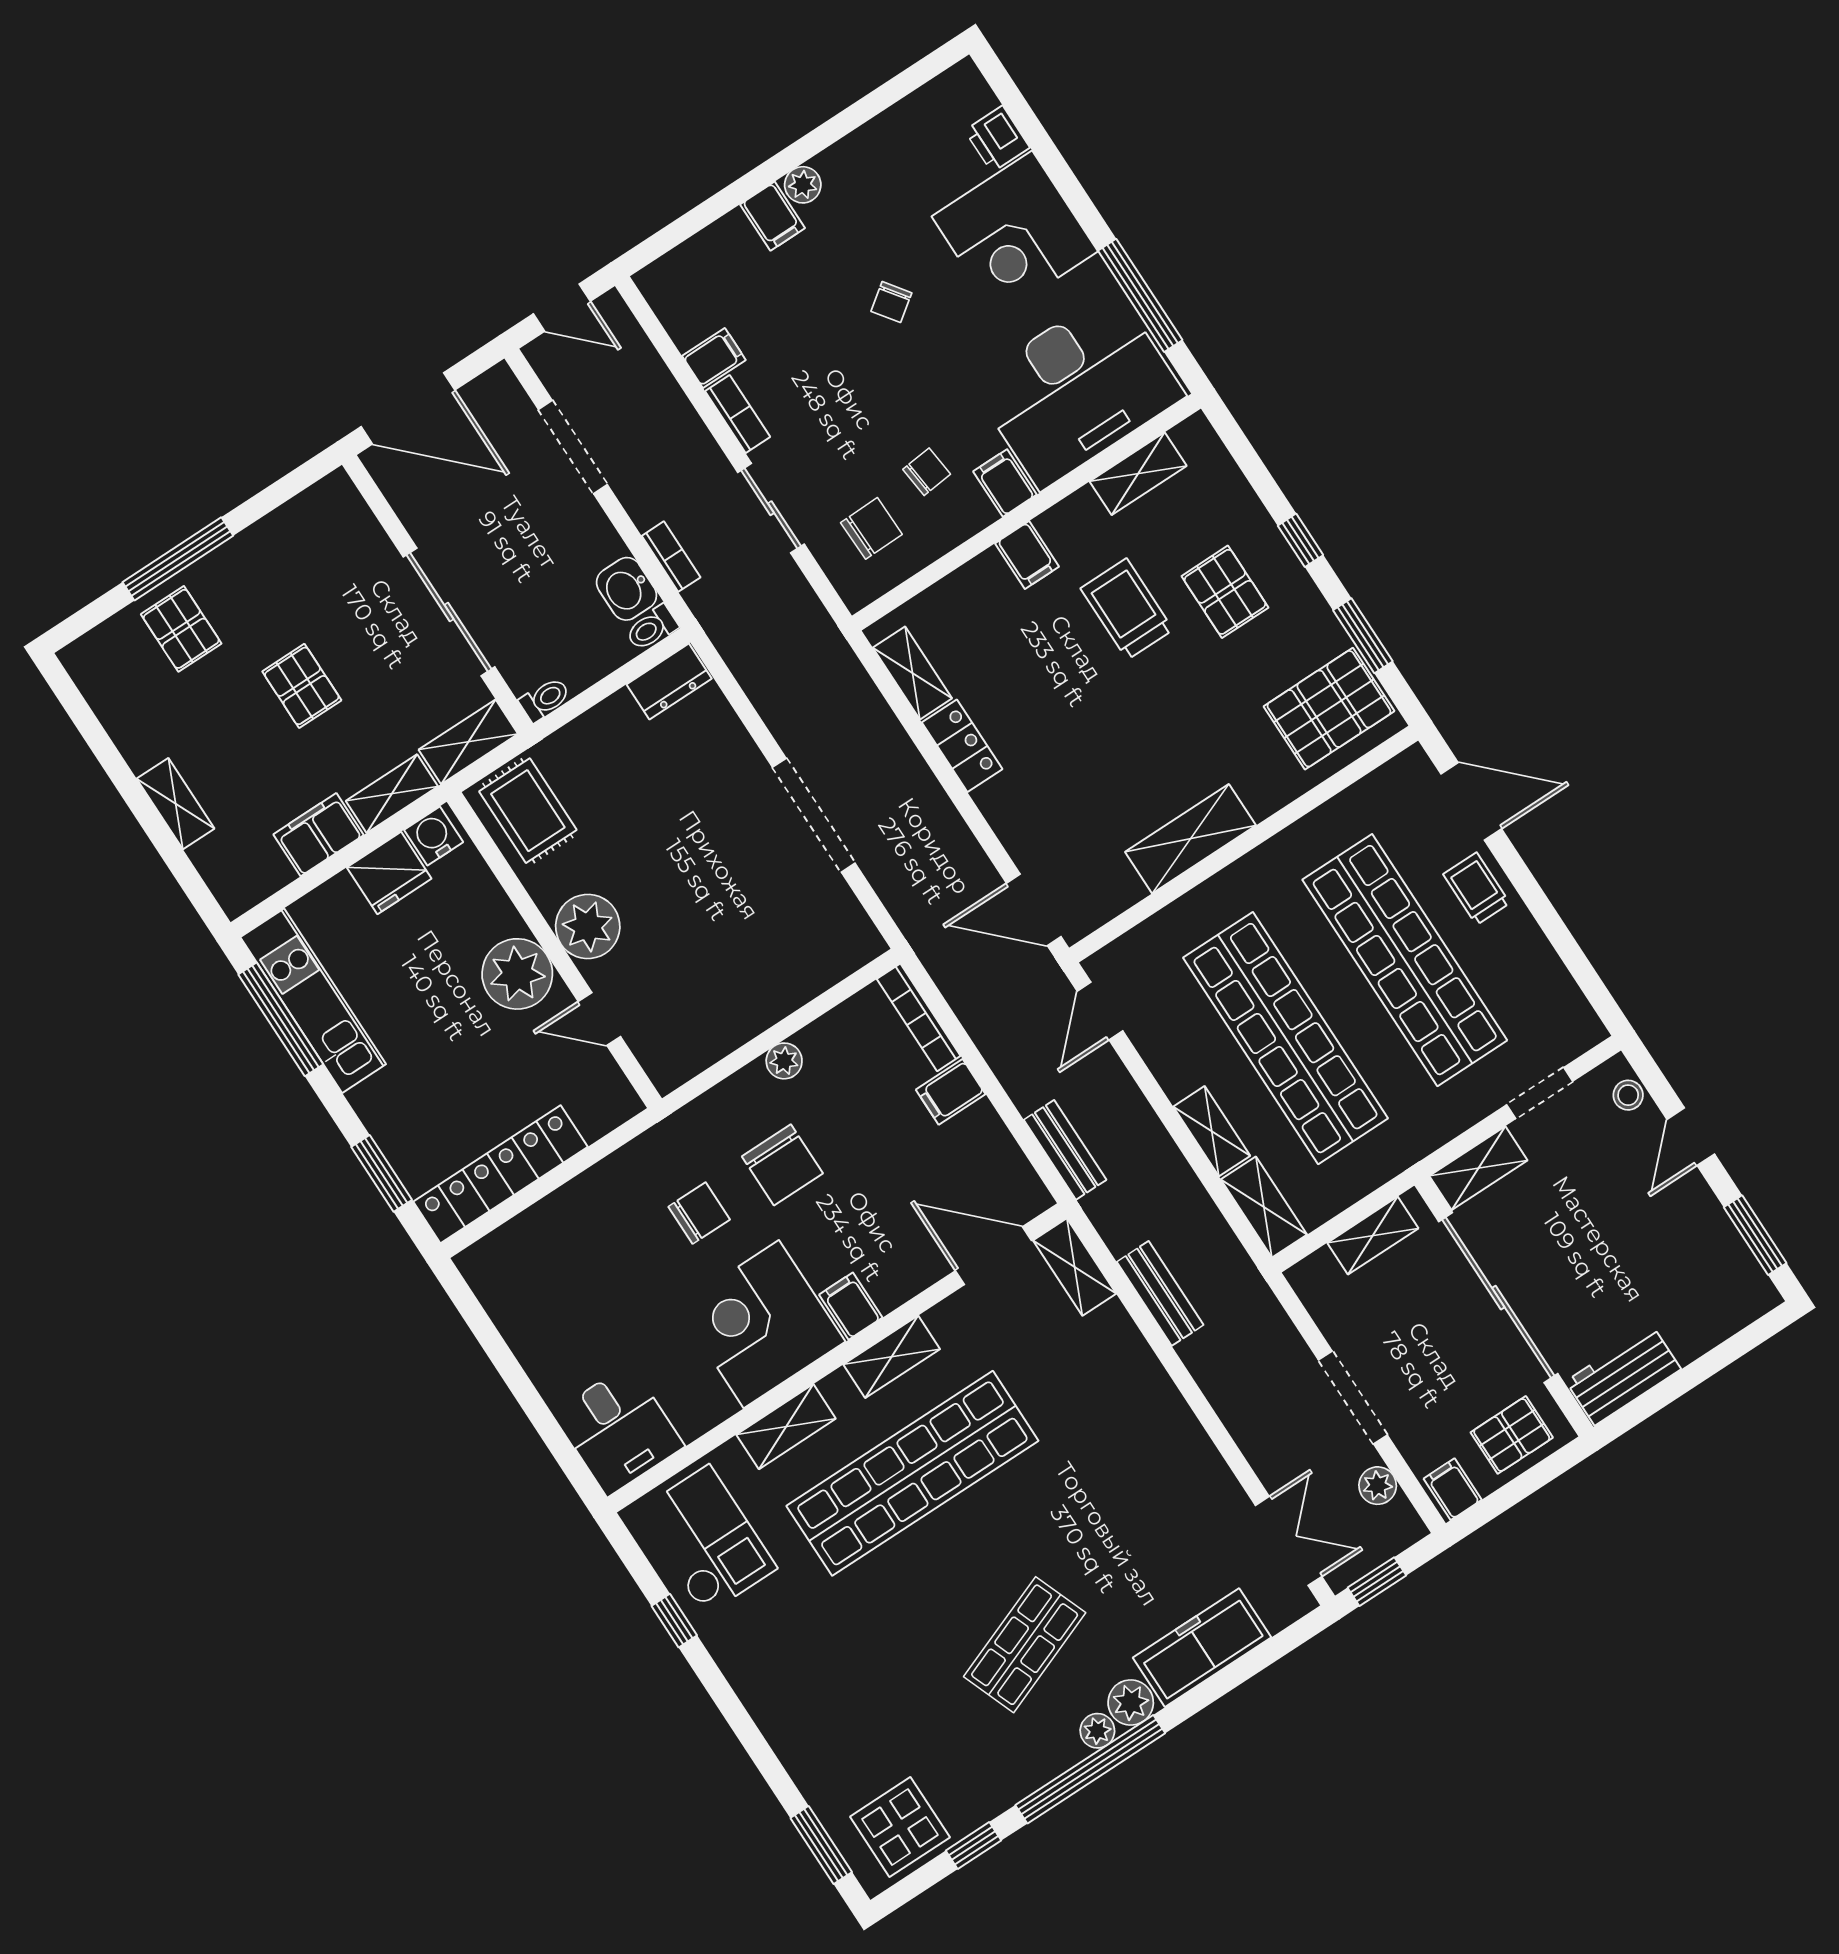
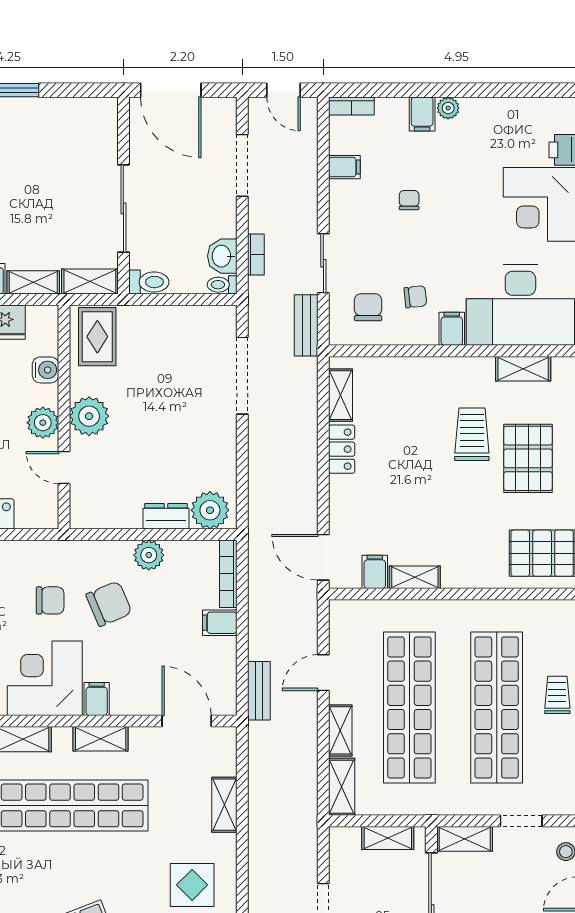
chair: (891, 302) -> (409, 200), moved, turned 126
bookcase: (738, 414) -> (351, 106), moved, turned 90
chair: (871, 528) -> (368, 307), turned -89
filing cabinet: (1027, 555) -> (375, 572), moved, turned 180
pallet: (1225, 592) -> (528, 458), width x1.50, depth x1.42
dresser: (669, 681) -> (166, 516), moved, turned 180
pallet: (302, 686) -> (23, 197), removed
toilet: (545, 699) -> (149, 282), width x1.37, depth x1.39
doorway: (814, 815) -> (242, 376), moved
water cooler: (434, 836) -> (46, 370), moved, turned 90
shelving: (1190, 839) -> (415, 577), width x0.67, depth x0.75
plant: (837, 947) -> (210, 510), added
plant: (517, 974) -> (43, 423), width x0.73, depth x0.73
door: (1100, 1011) -> (323, 673), moved
plant: (784, 1061) -> (149, 555), width x1.38, depth x1.38
chair: (782, 1165) -> (109, 604), turned -113
shelving: (1075, 1267) -> (224, 805), moved
bench: (1160, 1293) -> (306, 325), moved
display table: (1147, 1475) -> (192, 885), added

